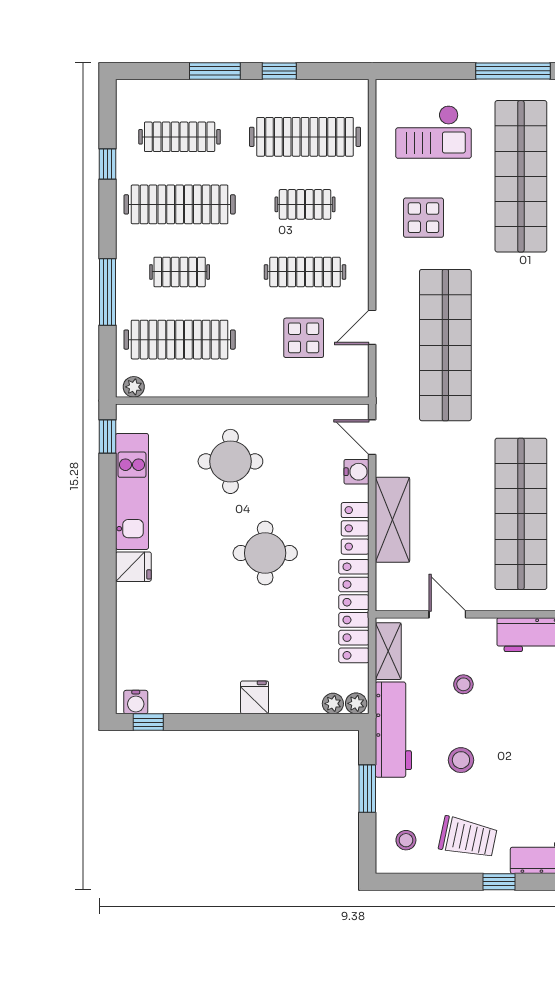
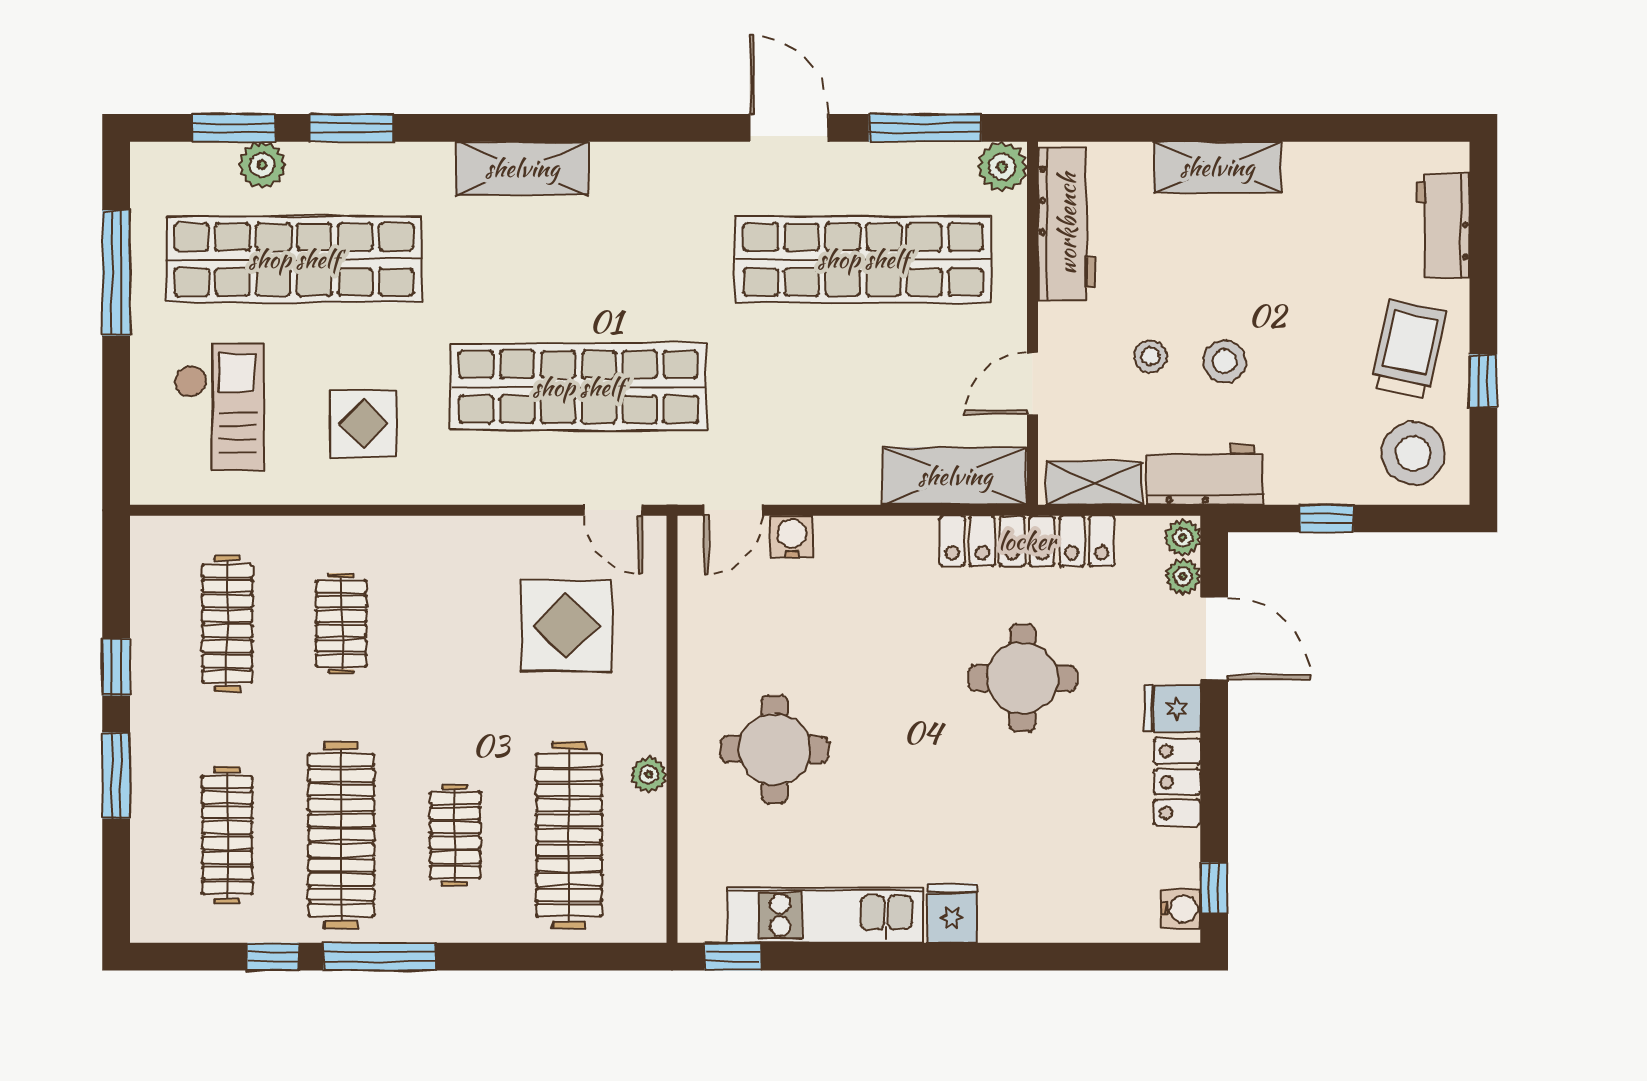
clothes rail: (305, 137) -> (227, 624), width x0.73, depth x0.76
clothes rail: (305, 272) -> (455, 624), removed
window: (107, 292) -> (379, 957), moved
door: (372, 327) -> (613, 510), moved
display table: (304, 338) -> (566, 626), width x1.36, depth x1.36
plant: (134, 387) -> (649, 774), moved
shelving: (393, 520) -> (955, 476), moved
locker: (355, 528) -> (1177, 782), moved, turned 90
round table: (265, 553) -> (1022, 678), moved
door: (296, 722) -> (1214, 638), added
workbench: (393, 730) -> (1205, 475), width x0.73
stool: (461, 760) -> (1224, 361), moved
window: (367, 789) -> (1326, 518), width x0.67
stool: (406, 840) -> (1413, 453), width x1.89, depth x1.89
window: (499, 882) -> (1483, 381), moved

